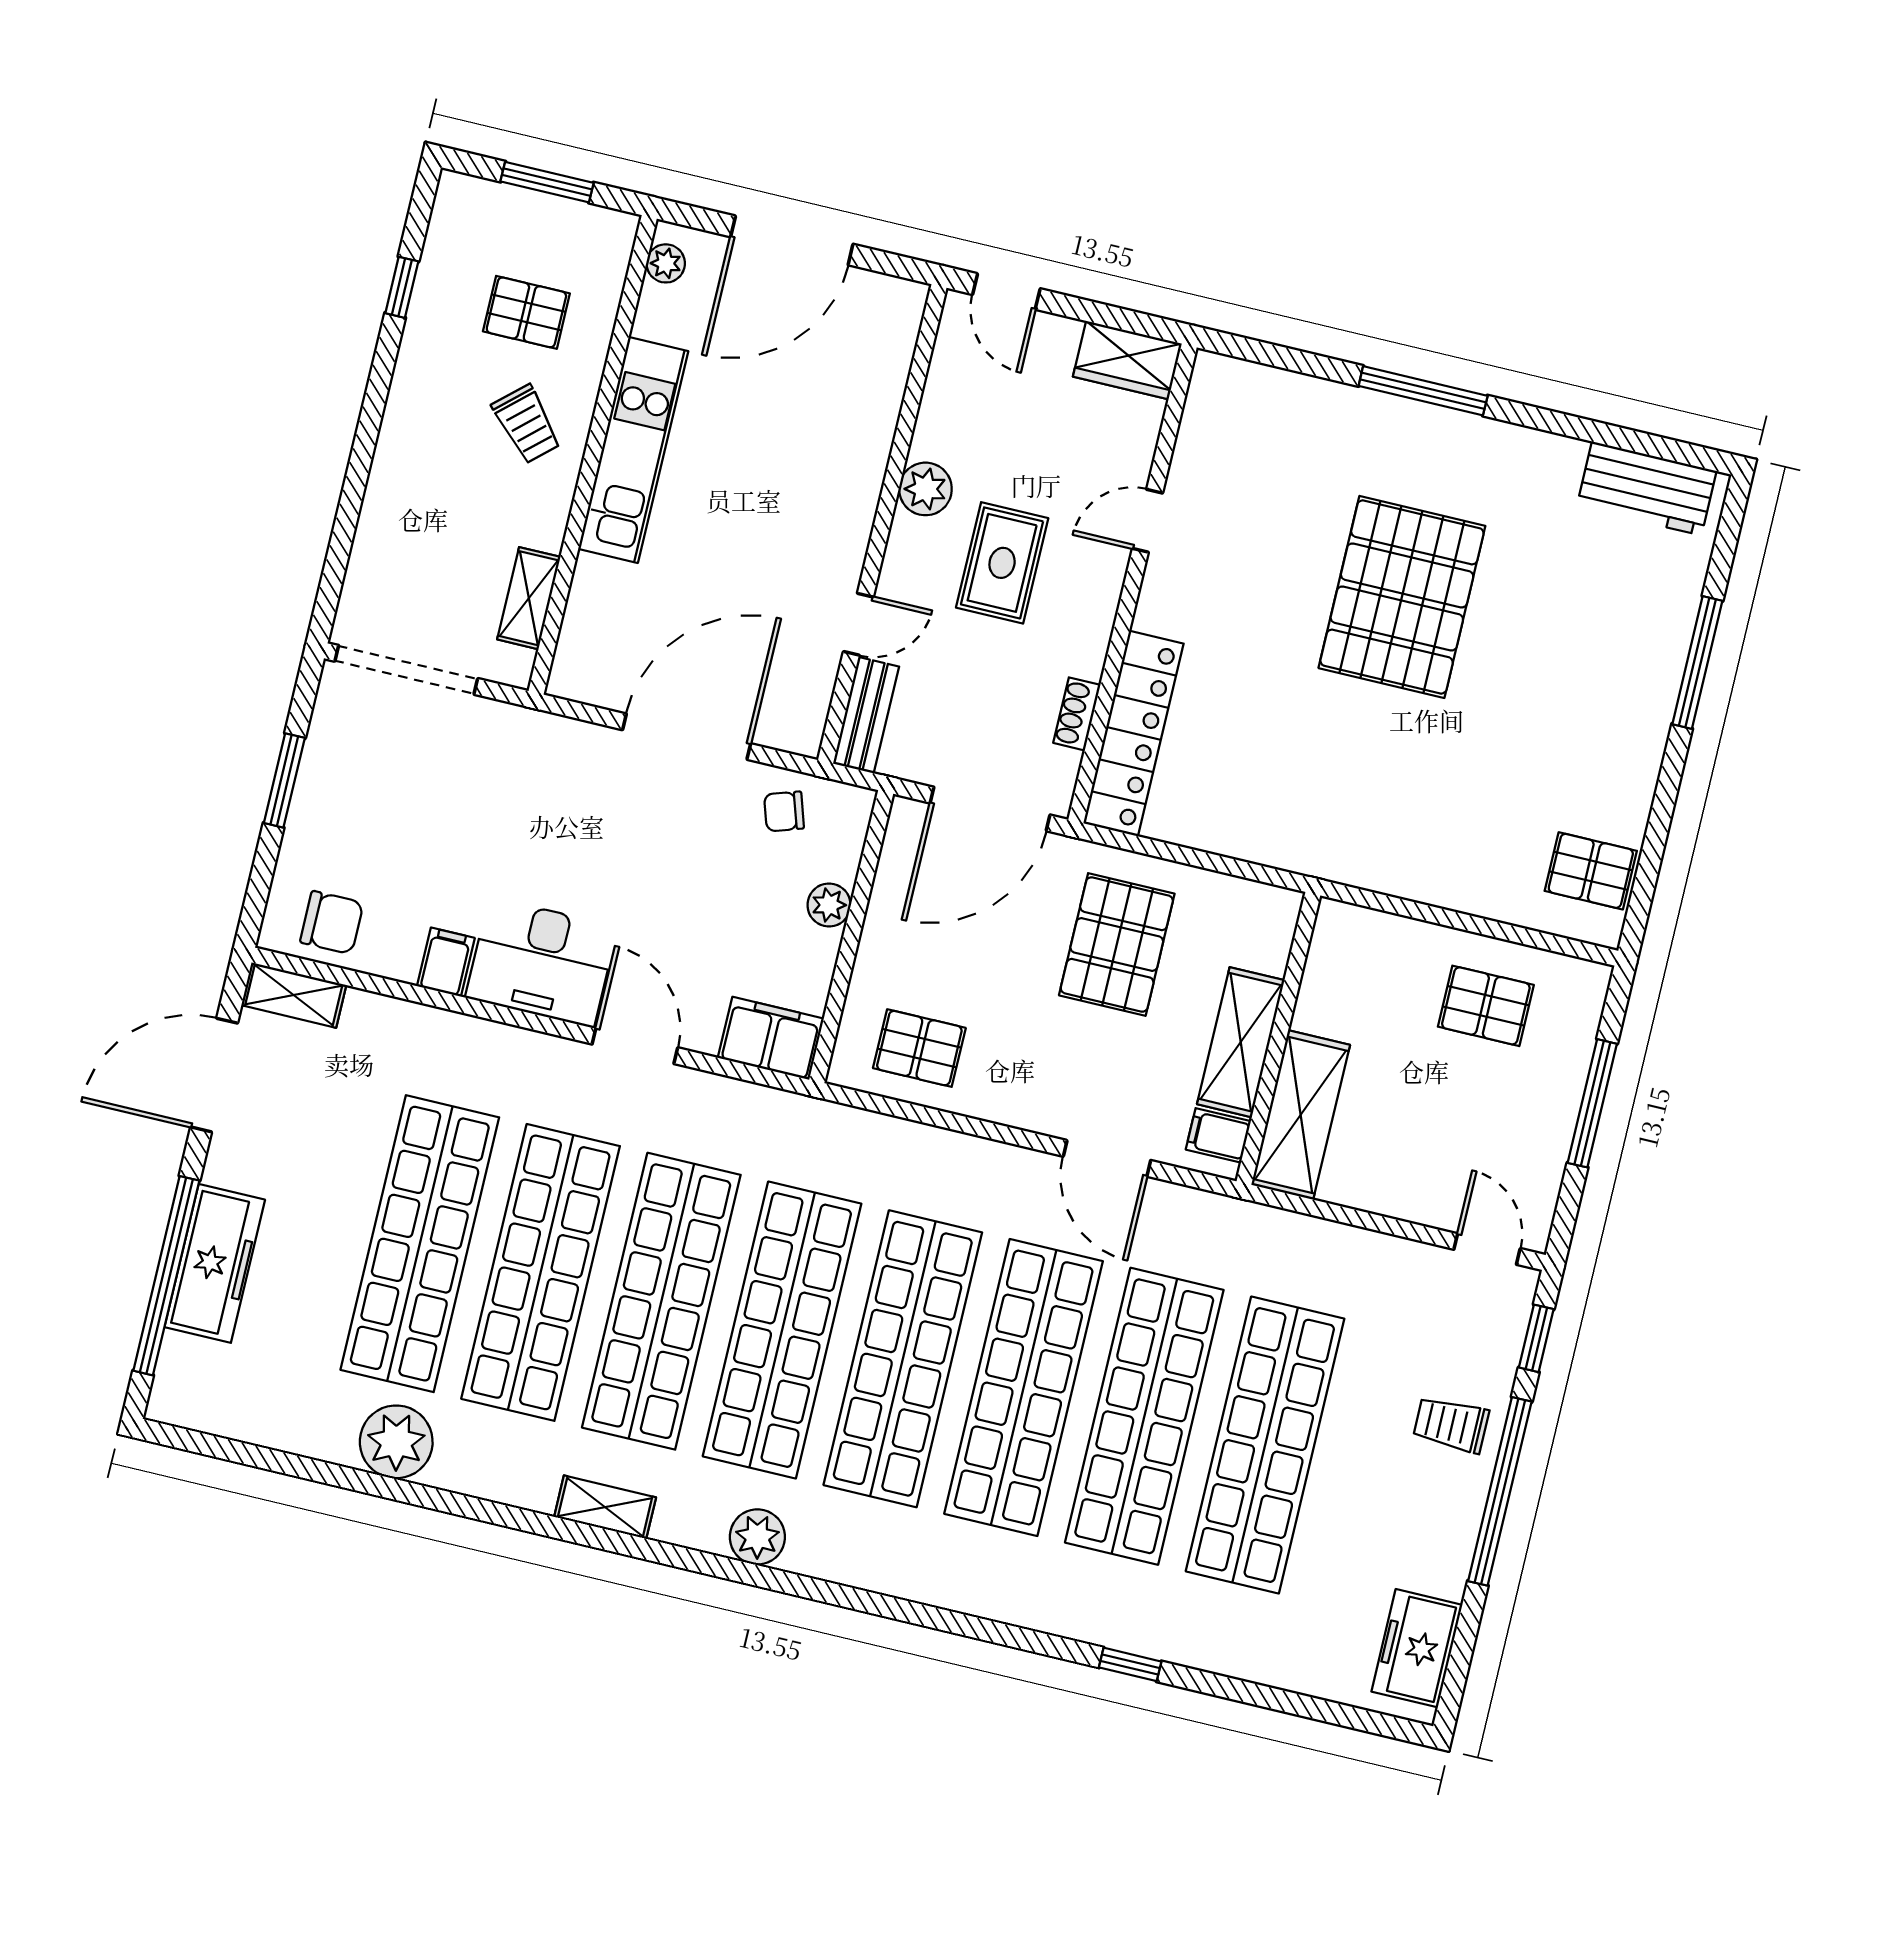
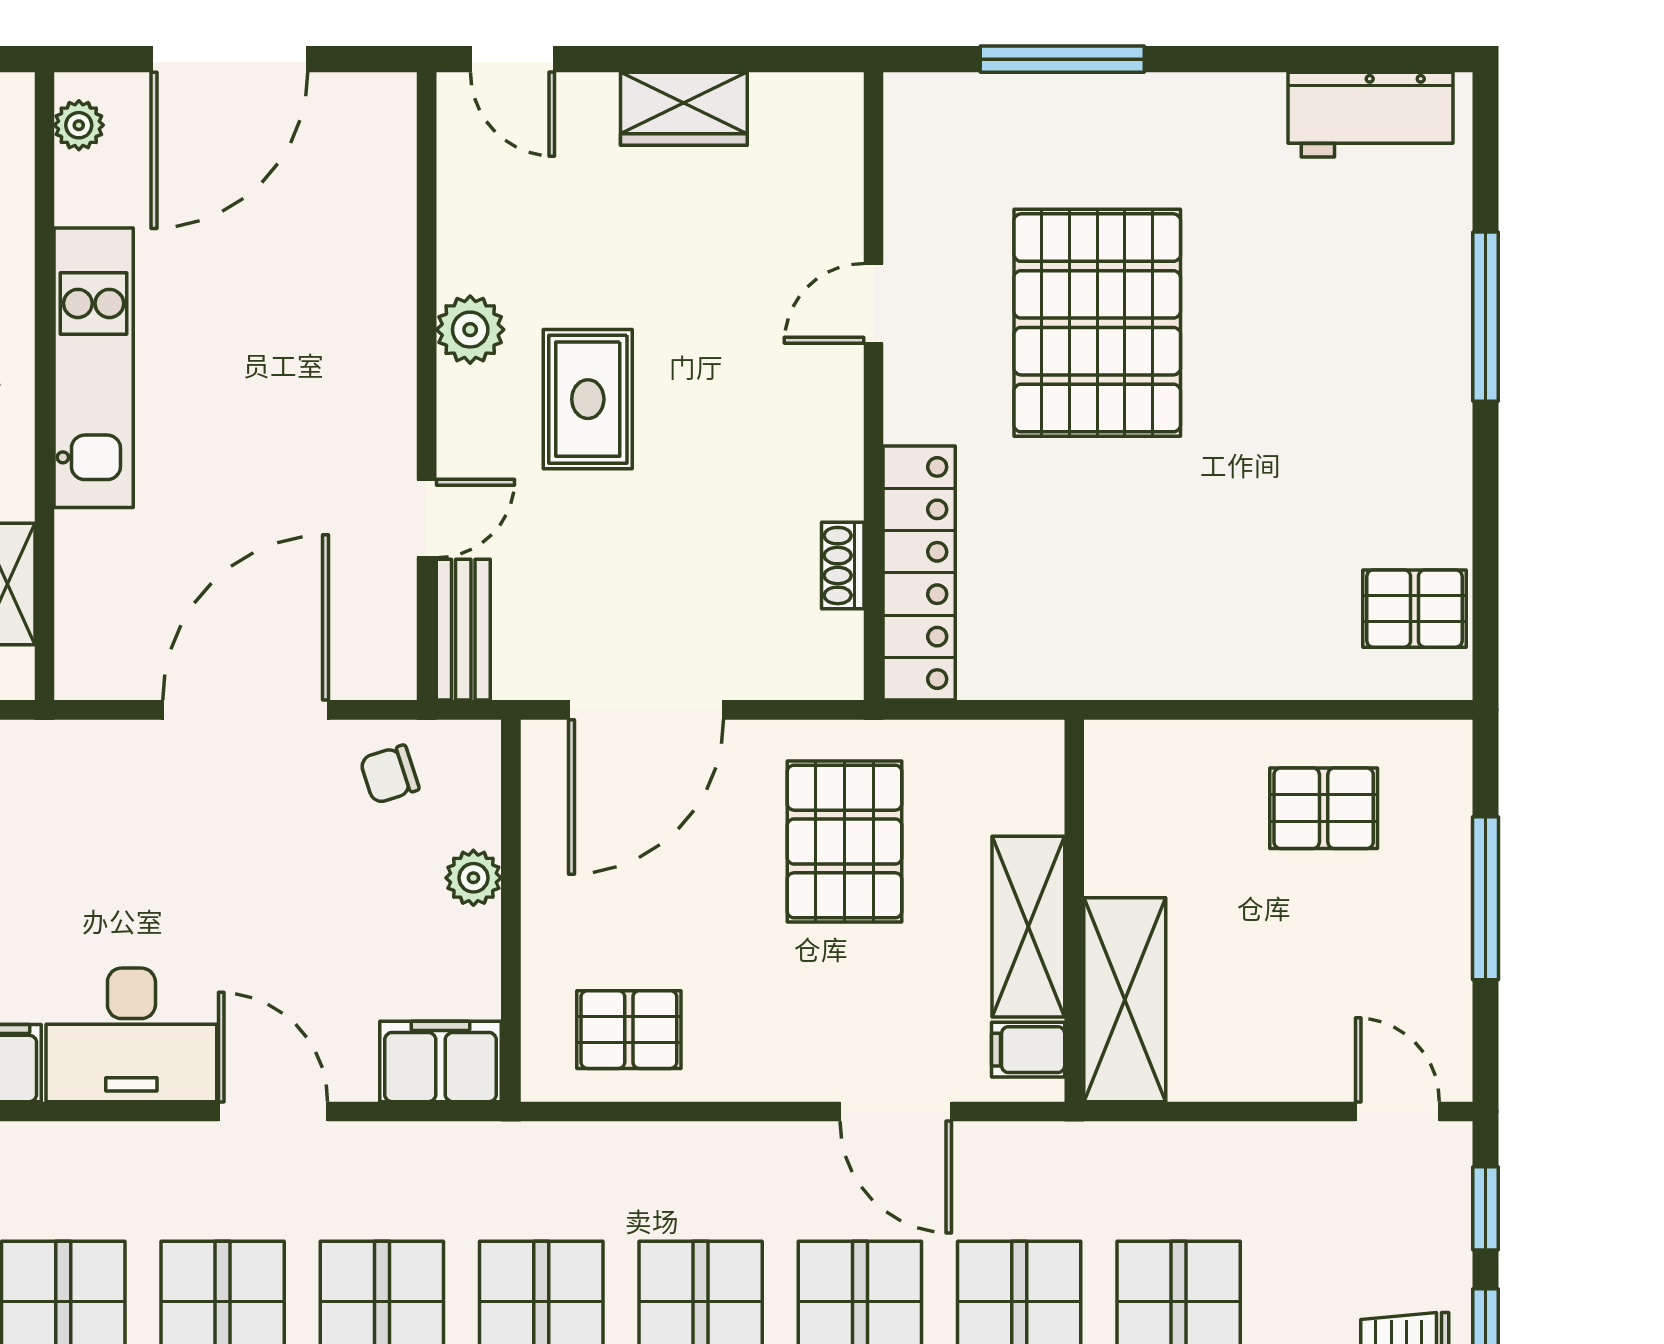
door: (1148, 521) -> (873, 303), moved
wall: (1133, 584) -> (873, 386), moved
shoe rack: (1077, 714) -> (843, 566), moved
locker: (1133, 733) -> (919, 573), moved

